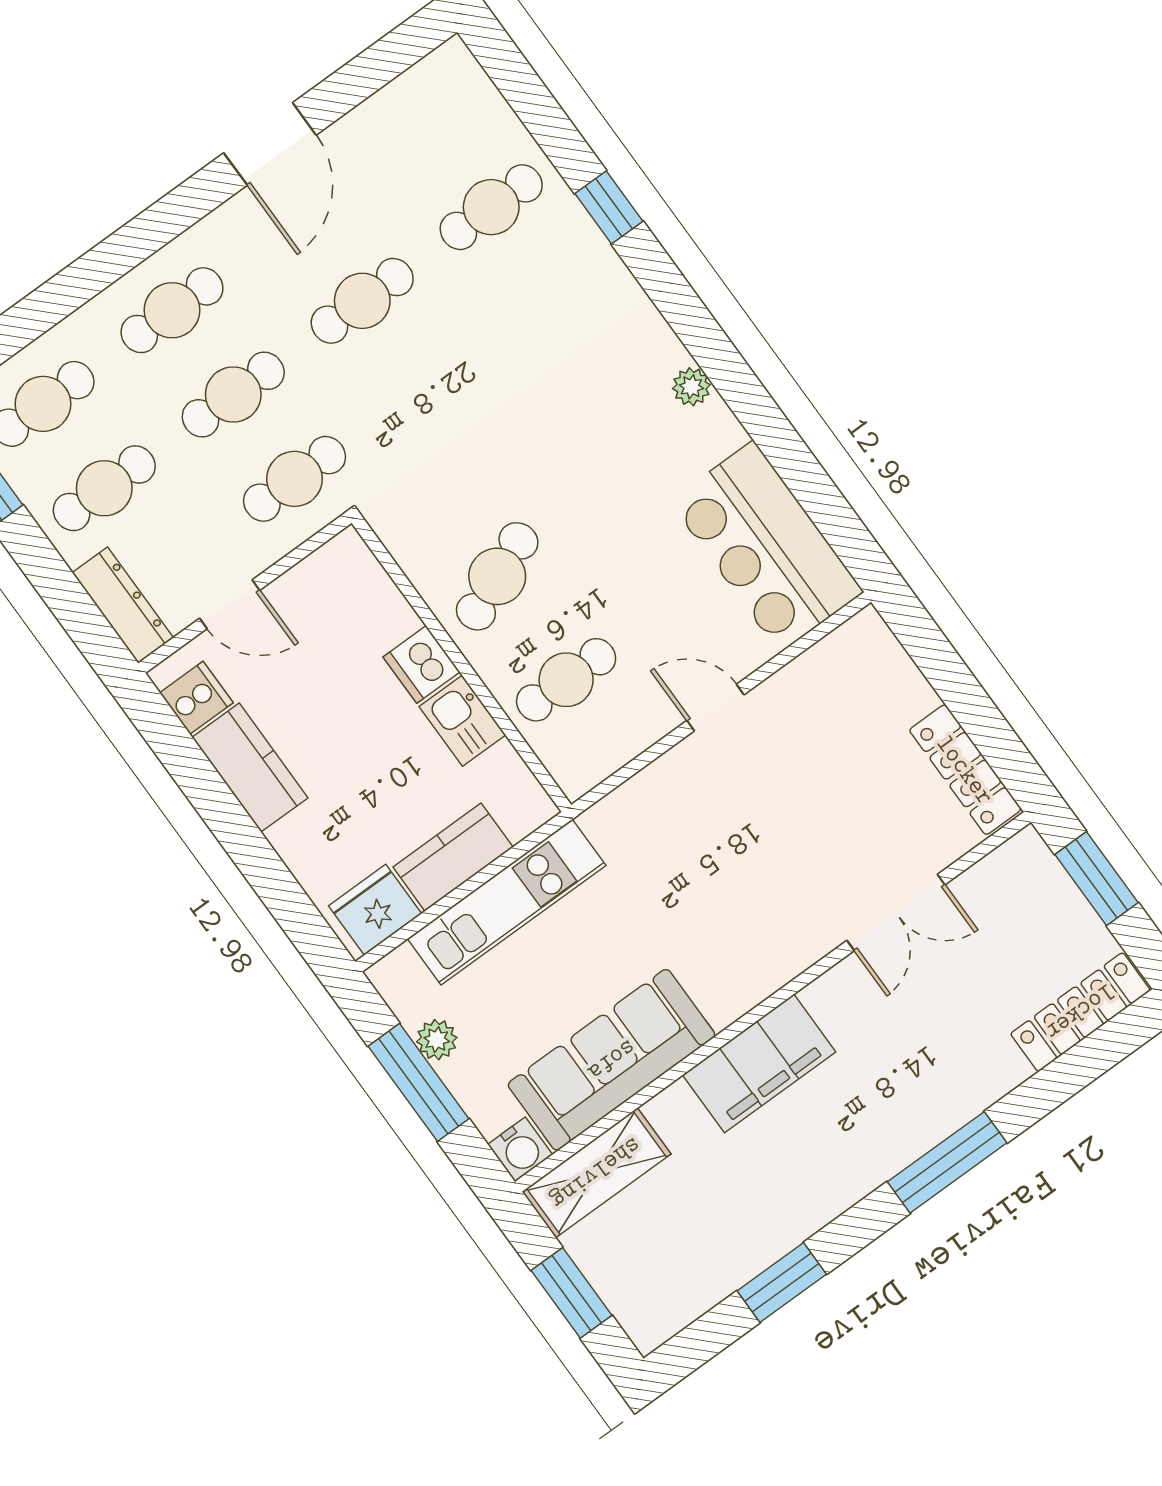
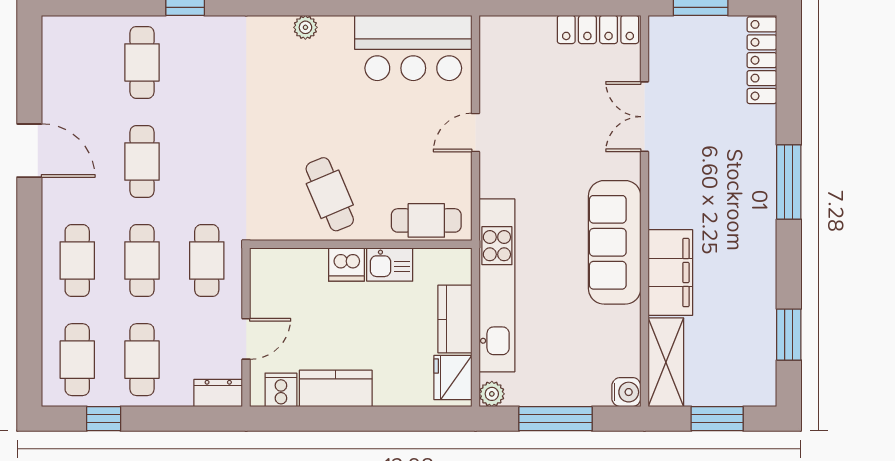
dresser: (123, 605) -> (218, 393), width x0.70
cafe table: (566, 680) -> (426, 220), moved, turned 90
kitchen unit: (507, 902) -> (497, 285), width x1.36
double door: (896, 913) -> (644, 117), swing flipped
plant: (437, 1040) -> (492, 394), moved
sofa: (612, 1060) -> (615, 242), moved
filing cabinet: (759, 1063) -> (670, 273), moved
window: (782, 1282) -> (789, 335), moved

